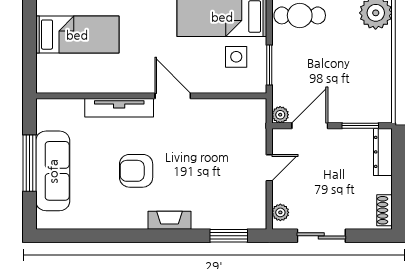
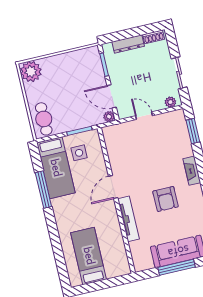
dresser: (383, 152) -> (128, 44), moved

